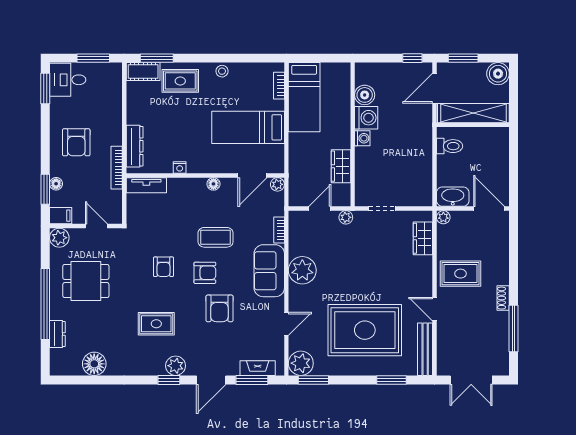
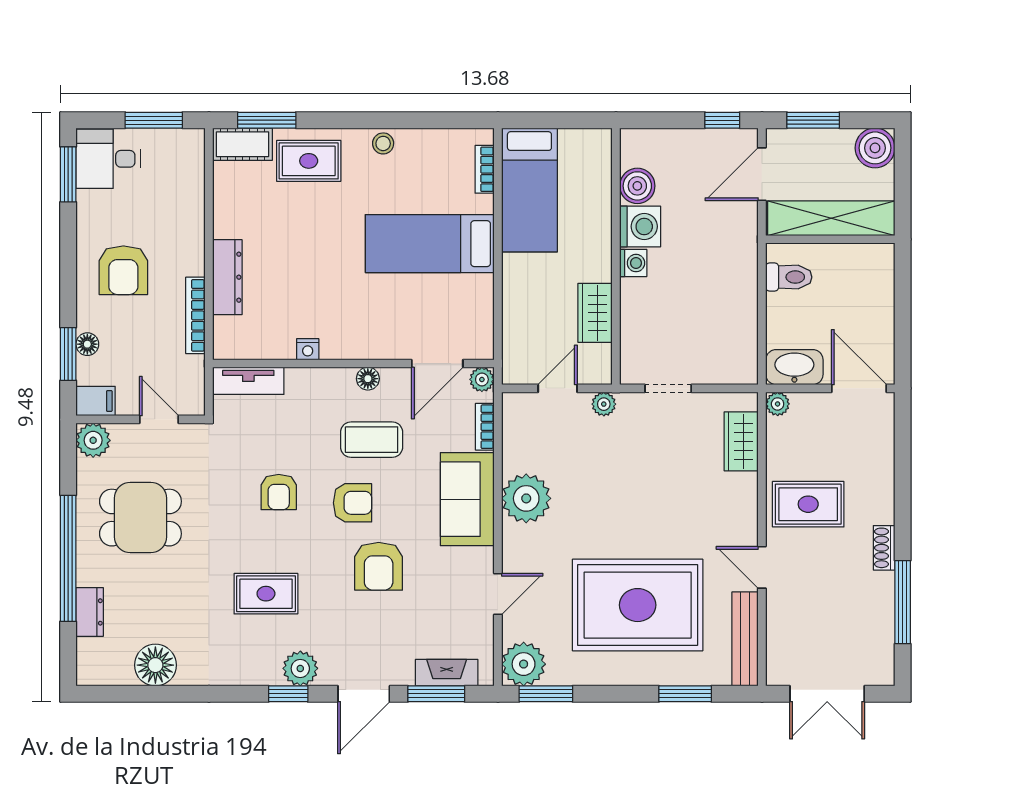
nightstand: (180, 167) -> (308, 349), moved
wall: (205, 175) -> (353, 364), moved
door: (252, 175) -> (437, 364), moved
floor lamp: (213, 184) -> (368, 379), moved
plant: (277, 184) -> (482, 379), moved
tv unit: (146, 185) -> (248, 381), moved

